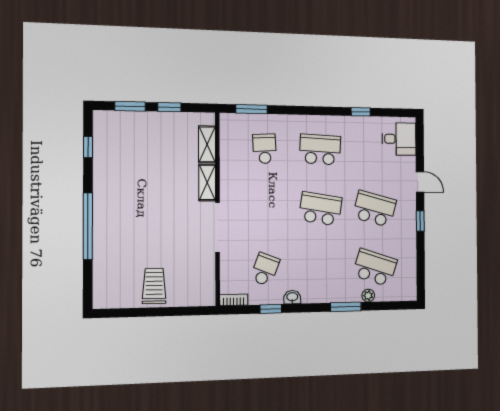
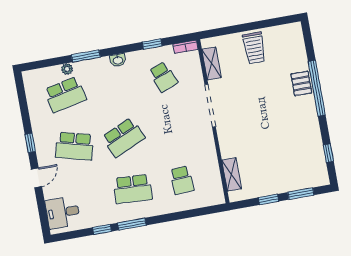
window: (252, 109) -> (132, 224), moved
door: (420, 182) -> (36, 178), swing flipped
shelving: (207, 183) -> (212, 63), moved
school desk: (320, 209) -> (123, 137), turned -33
pallet: (106, 235) -> (301, 83), added
school desk: (375, 268) -> (65, 95), turned -30
school desk: (265, 269) -> (163, 77), turned -42
washbasin: (292, 297) -> (118, 60), moved

